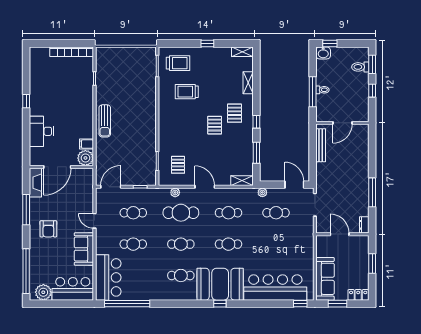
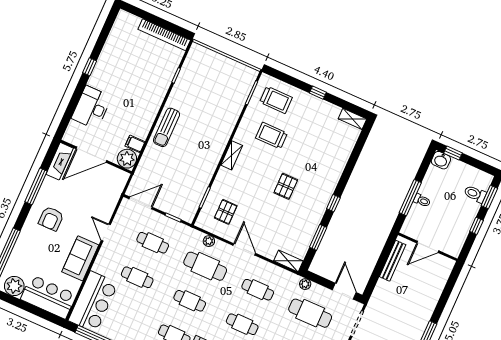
shelving: (248, 83) -> (232, 155), moved
pallet: (234, 113) -> (313, 183), removed
cafe table: (276, 213) -> (310, 313), width x1.37, depth x1.35

